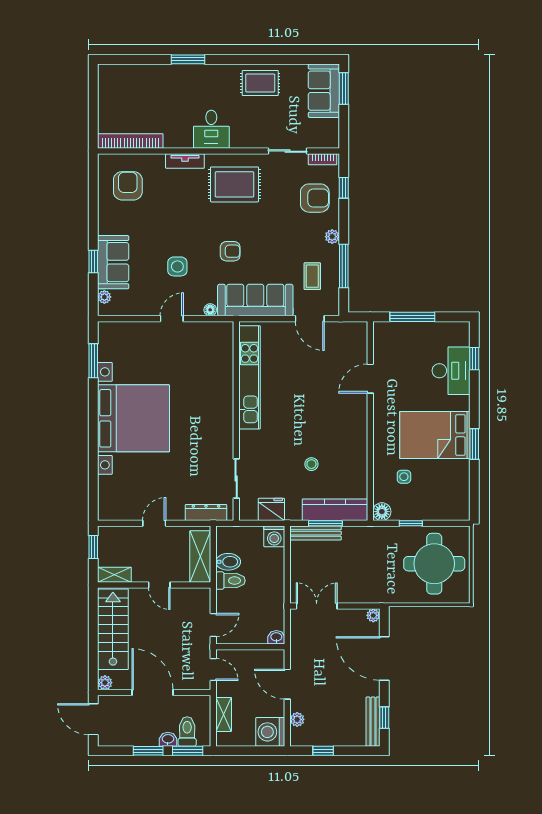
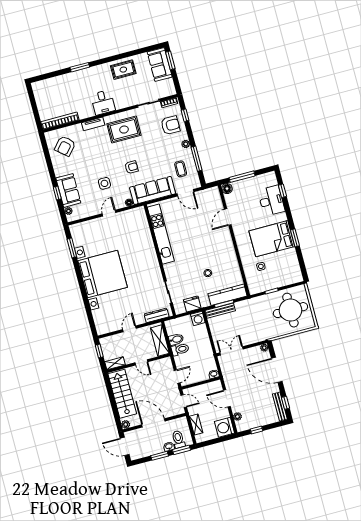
armchair: (128, 186) -> (65, 146), turned -139
floor lamp: (382, 512) -> (227, 189), moved

